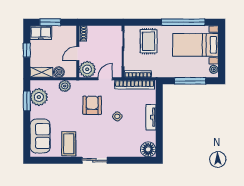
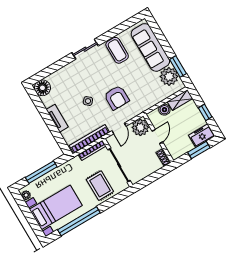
plant: (65, 86) -> (152, 100), removed
sofa: (40, 136) -> (150, 47), width x1.36

